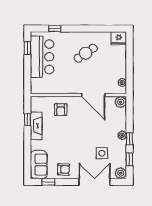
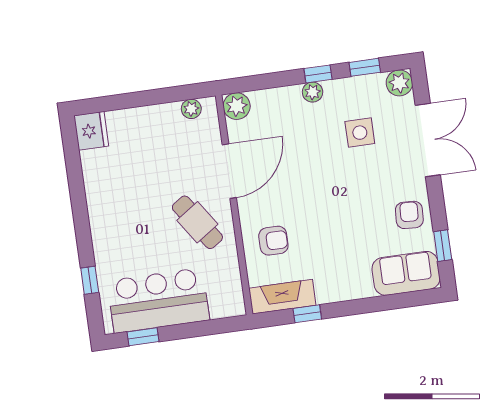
cafe table: (86, 53) -> (197, 222), moved
fireplace: (36, 126) -> (282, 297), moved
double door: (95, 182) -> (428, 140), swing flipped

